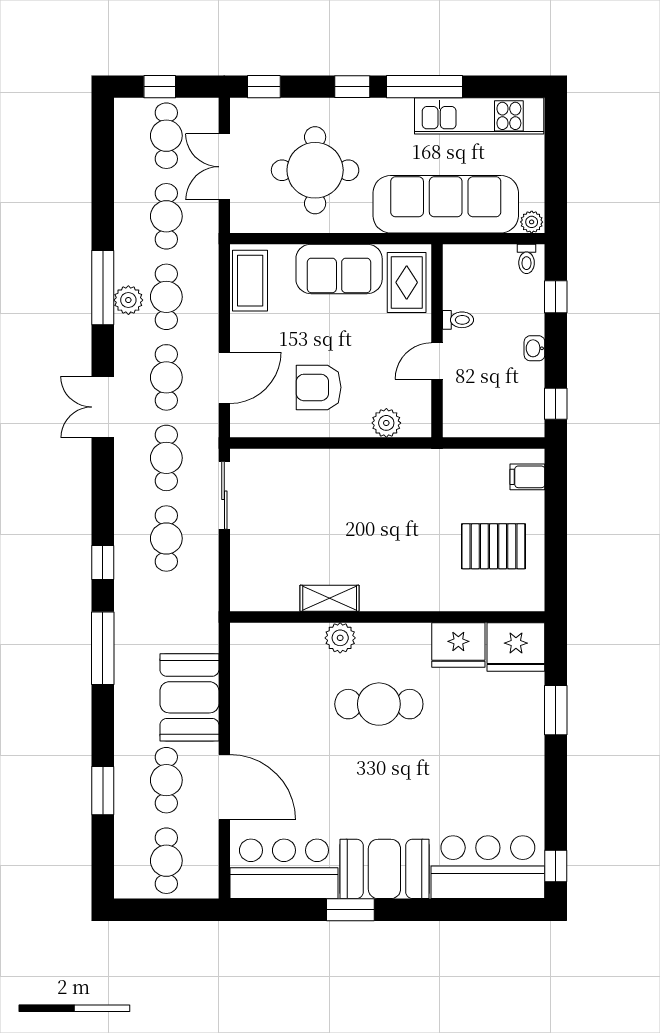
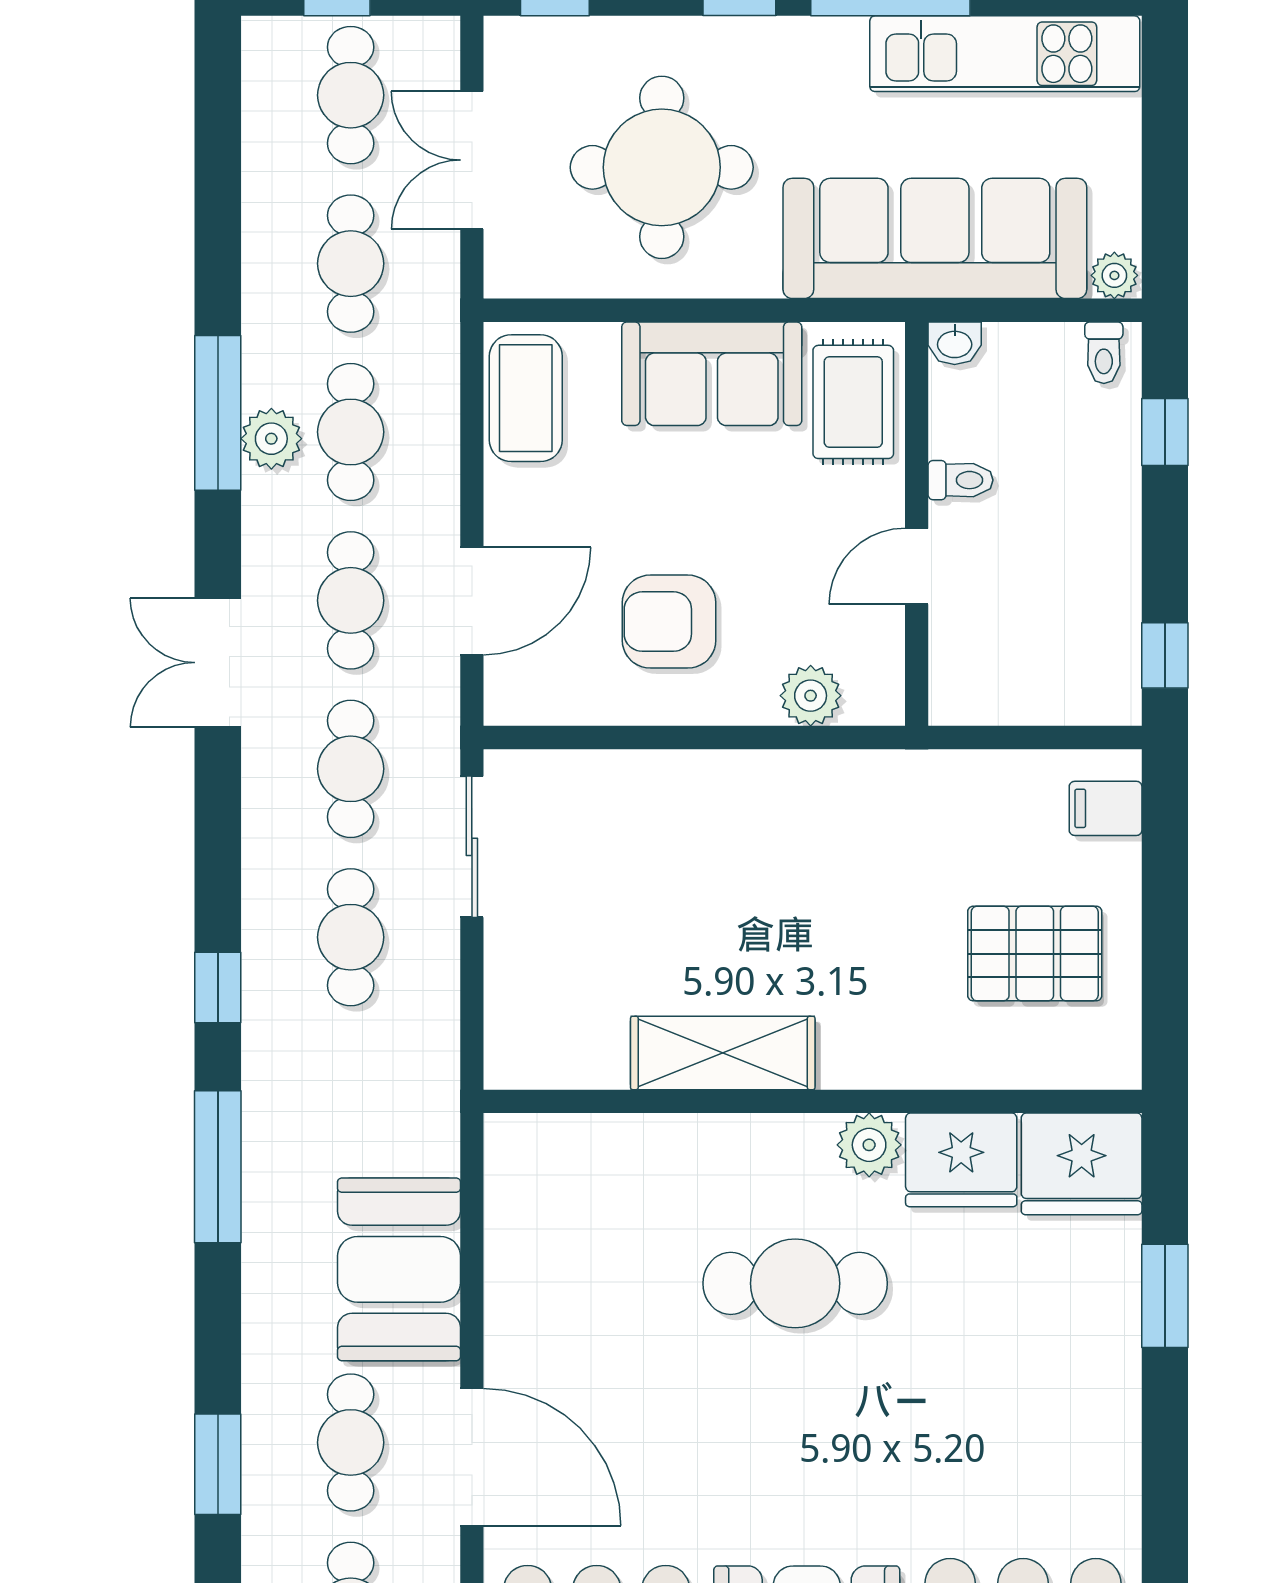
washbasin: (534, 348) -> (955, 343), moved, turned -90
shelving: (330, 598) -> (723, 1053), width x1.50, depth x1.33
plant: (340, 638) -> (869, 1145), moved

